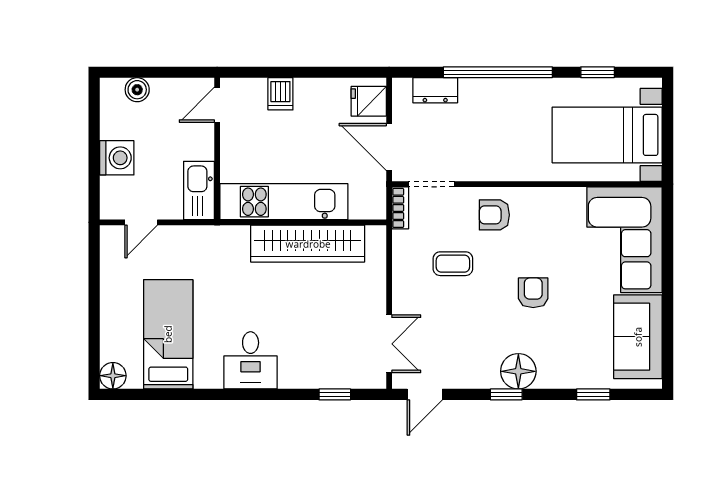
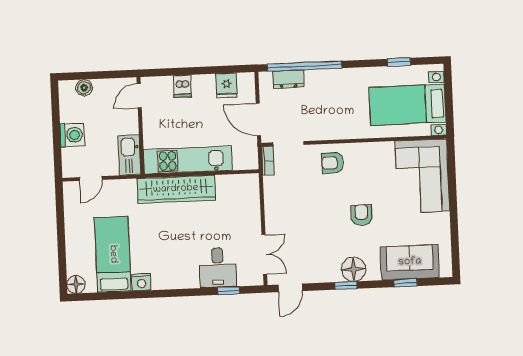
window: (498, 72) -> (304, 66), moved
fridge: (369, 101) -> (227, 85), moved, turned -90
wardrobe: (308, 244) -> (176, 189), moved
coffee table: (453, 264) -> (306, 197), removed
sofa: (638, 337) -> (410, 262), moved, turned 90
desk: (251, 360) -> (218, 268), moved
nightstand: (208, 377) -> (141, 282), added

